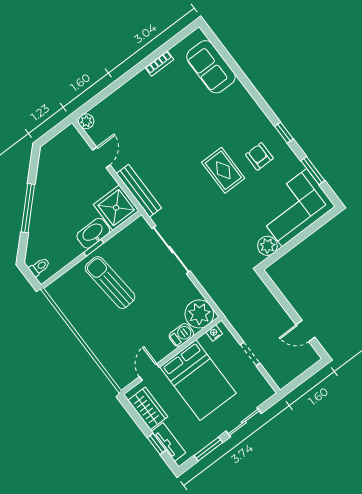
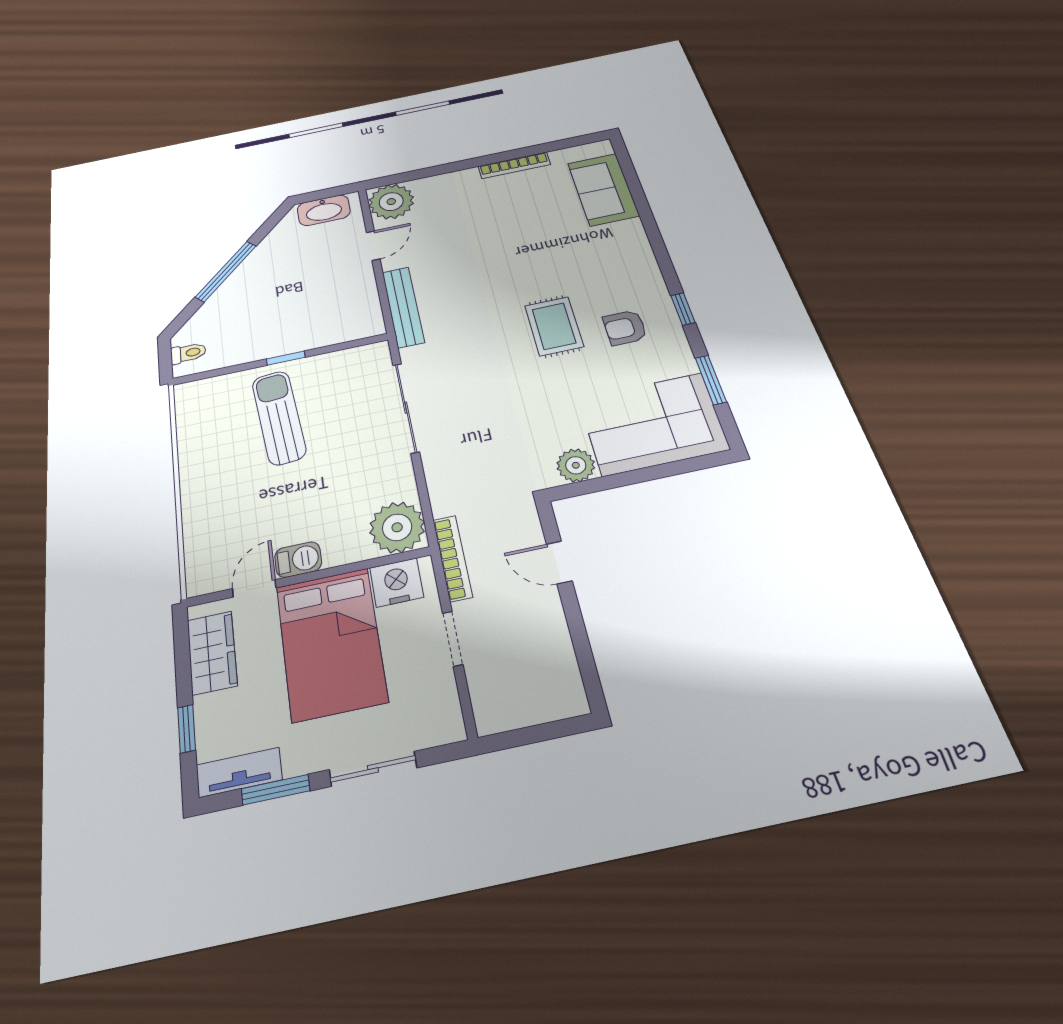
bookcase: (159, 63) -> (514, 165), width x1.56
plant: (86, 121) -> (391, 202), width x1.88, depth x1.88
armchair: (259, 156) -> (625, 328), turned -90
shower: (116, 208) -> (354, 317), removed
washbasin: (93, 233) -> (324, 210), moved, turned 180
bookcase: (232, 317) -> (452, 558), added
door: (305, 331) -> (559, 562), moved
nightstand: (214, 333) -> (397, 582), width x1.89, depth x1.79
barbecue: (181, 335) -> (298, 560), moved
tv unit: (169, 442) -> (239, 772), moved, turned -90

